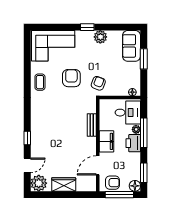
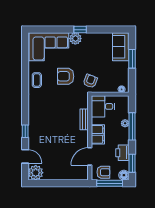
plant: (100, 37) -> (75, 39), moved
armchair: (71, 78) -> (66, 76), turned -90
desk: (128, 113) -> (103, 106), moved, turned 180
printer: (133, 143) -> (122, 153), moved
door: (27, 165) -> (25, 156), hinge flipped
wardrobe: (64, 184) -> (59, 174), removed

